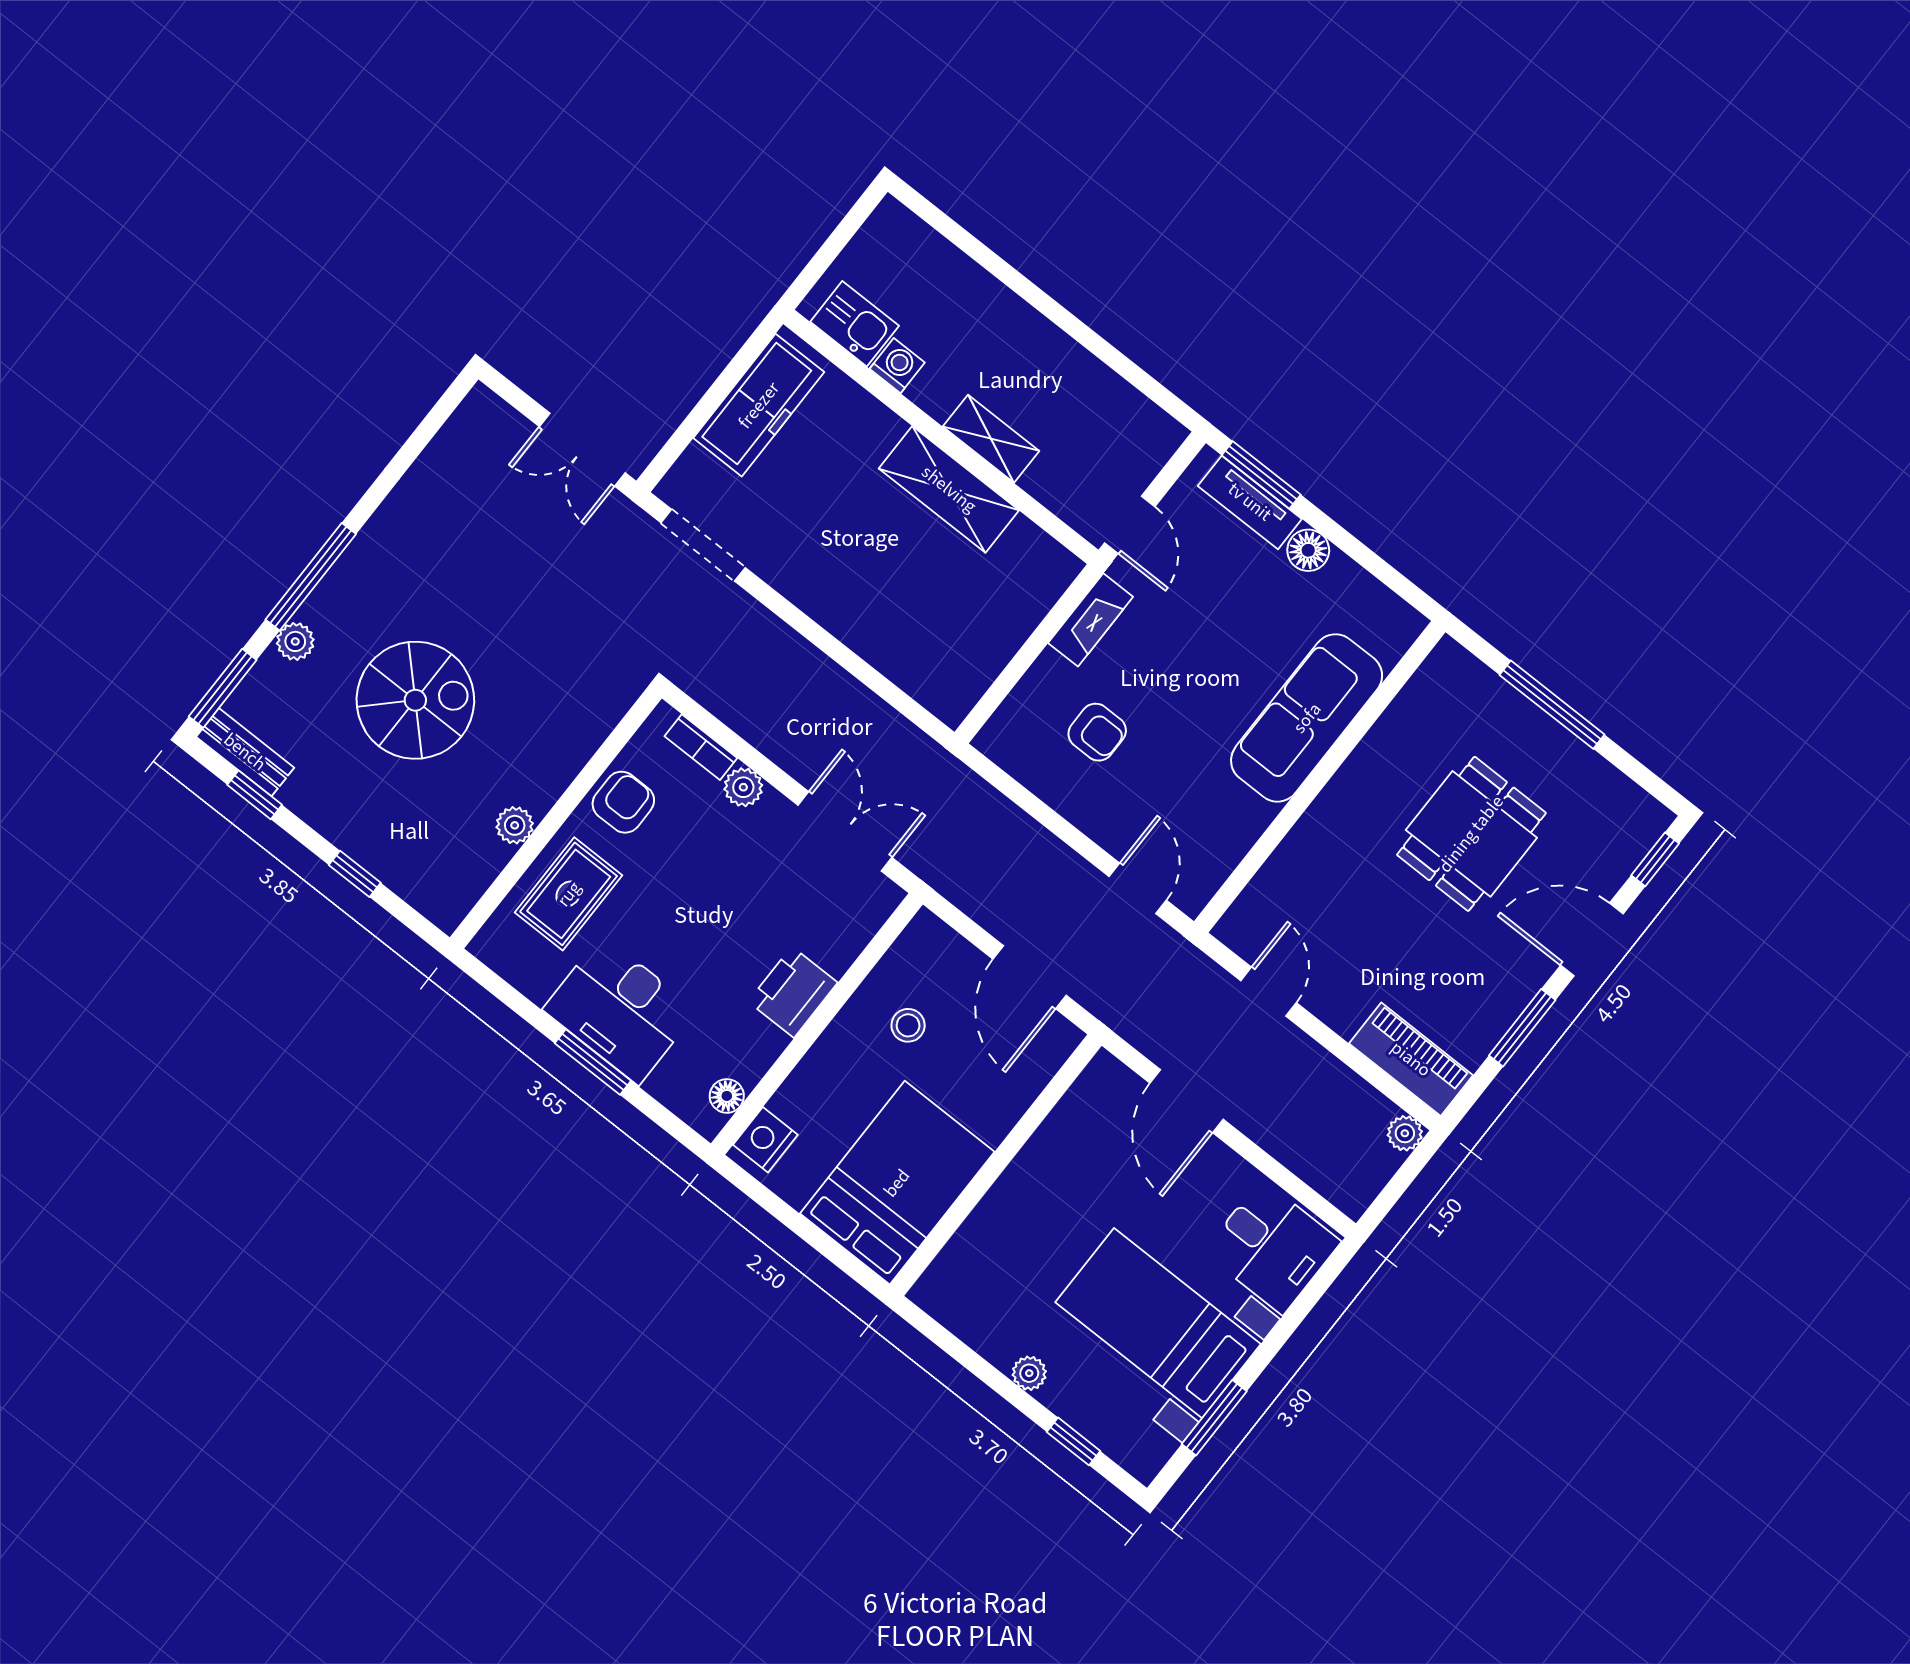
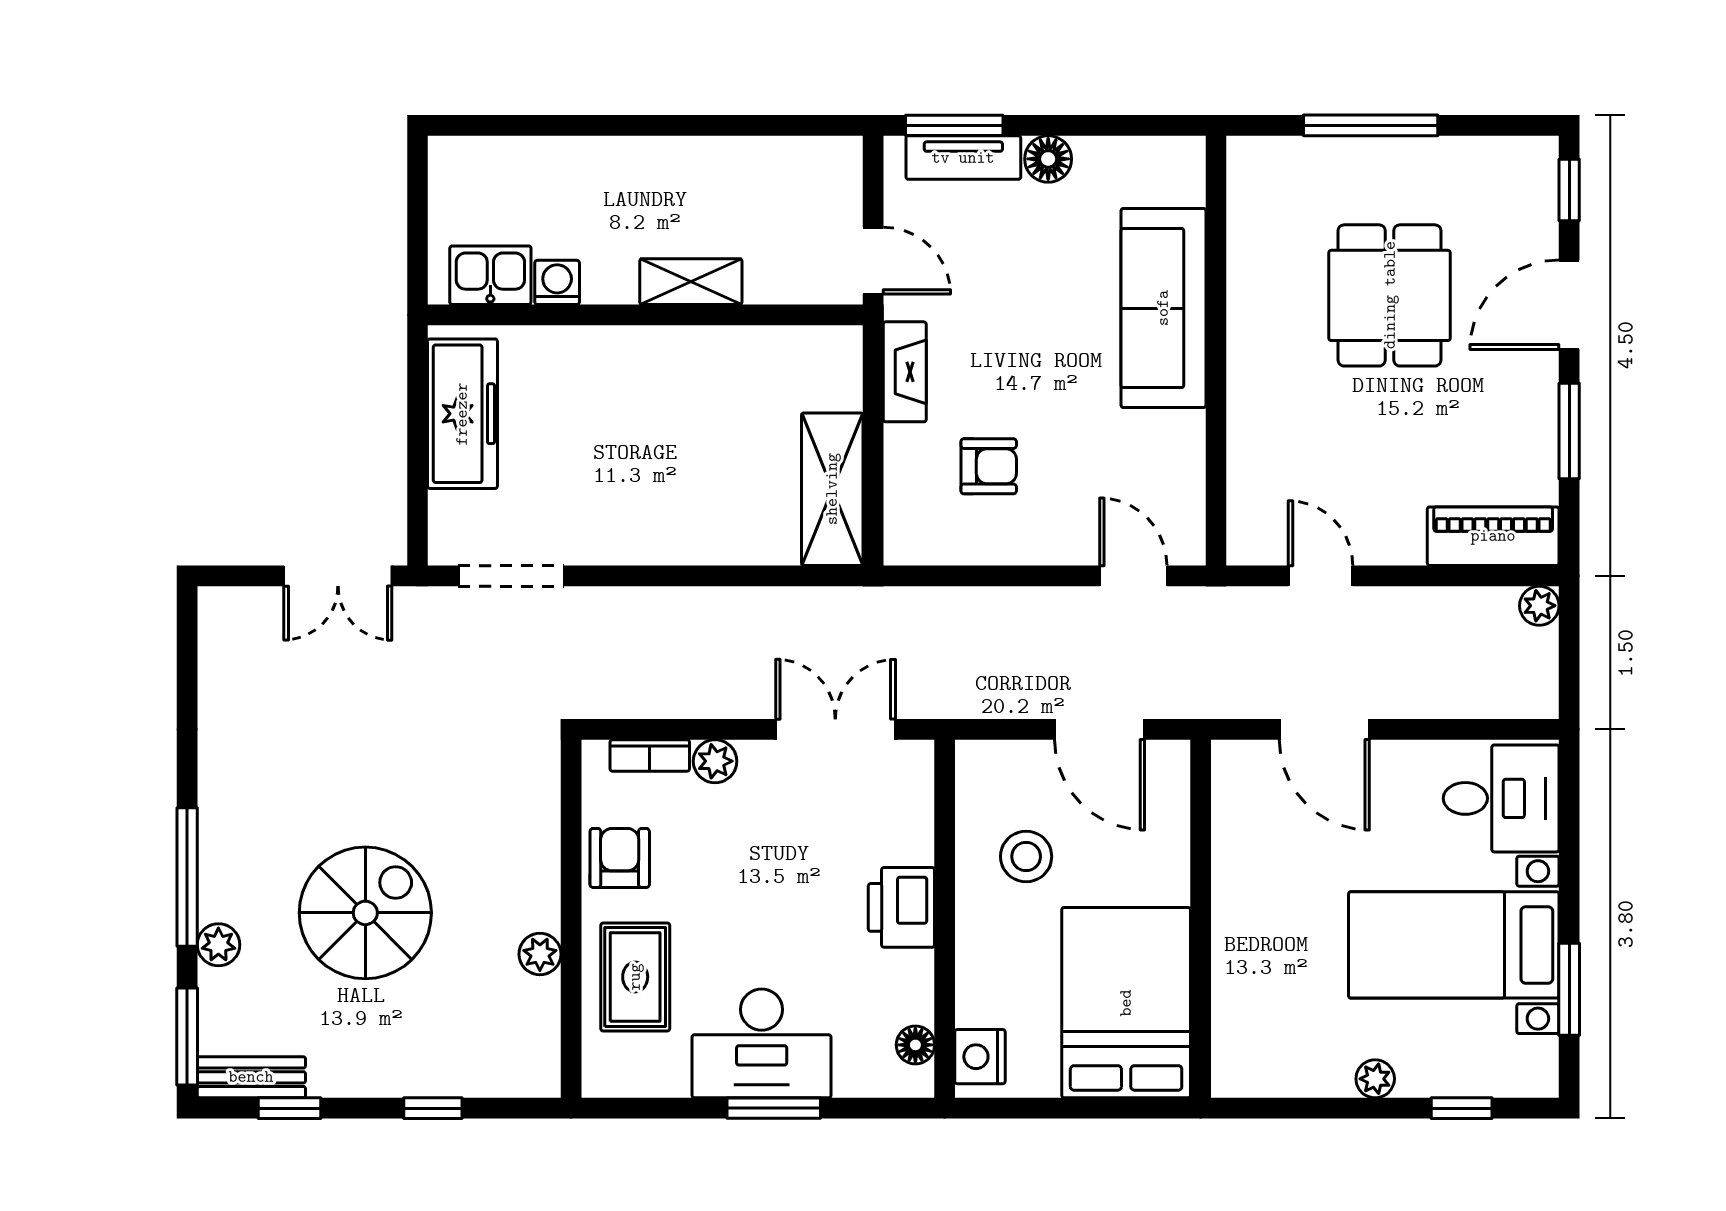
shelving: (949, 489) -> (832, 489), moved, turned 90
stool: (908, 1025) -> (1026, 857), width x1.37, depth x1.37

